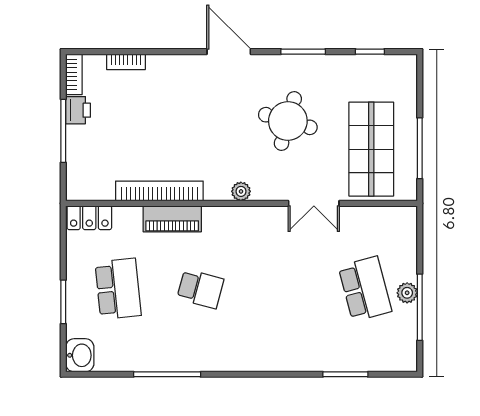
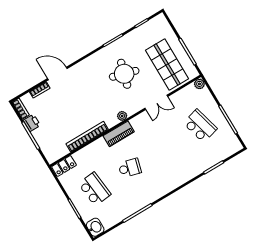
door: (229, 52) -> (57, 74), moved
piano: (172, 219) -> (119, 134), moved
plant: (407, 293) -> (199, 84), moved

